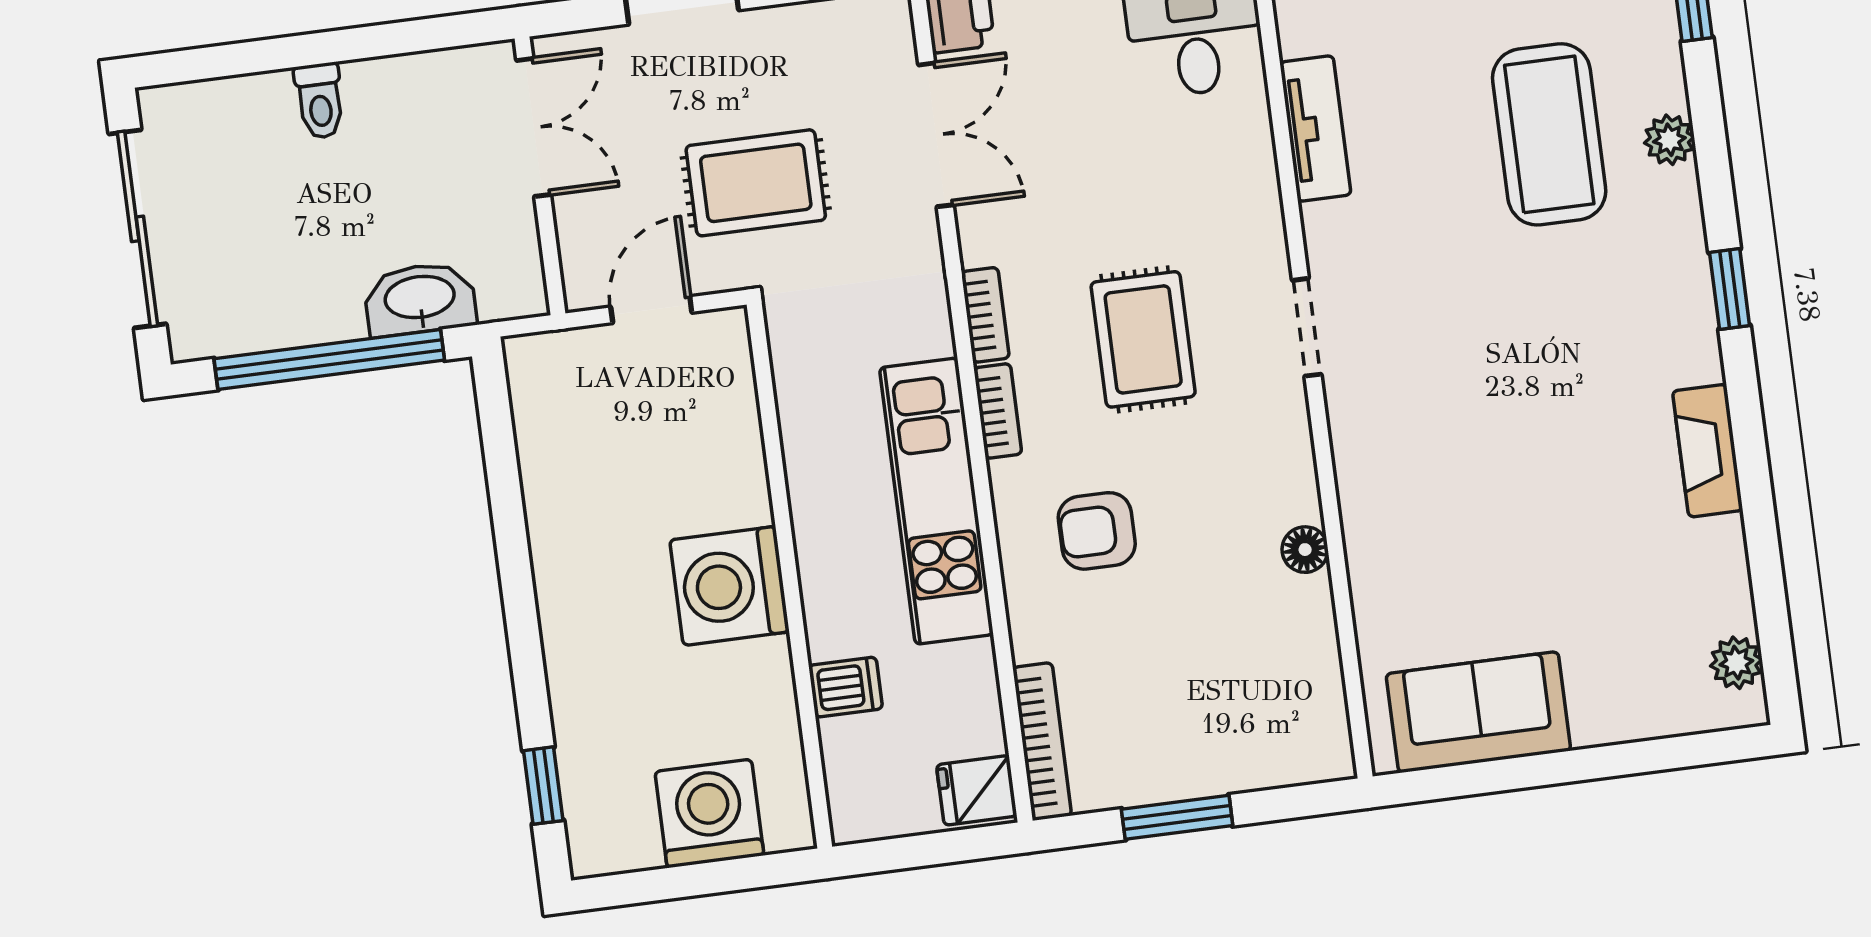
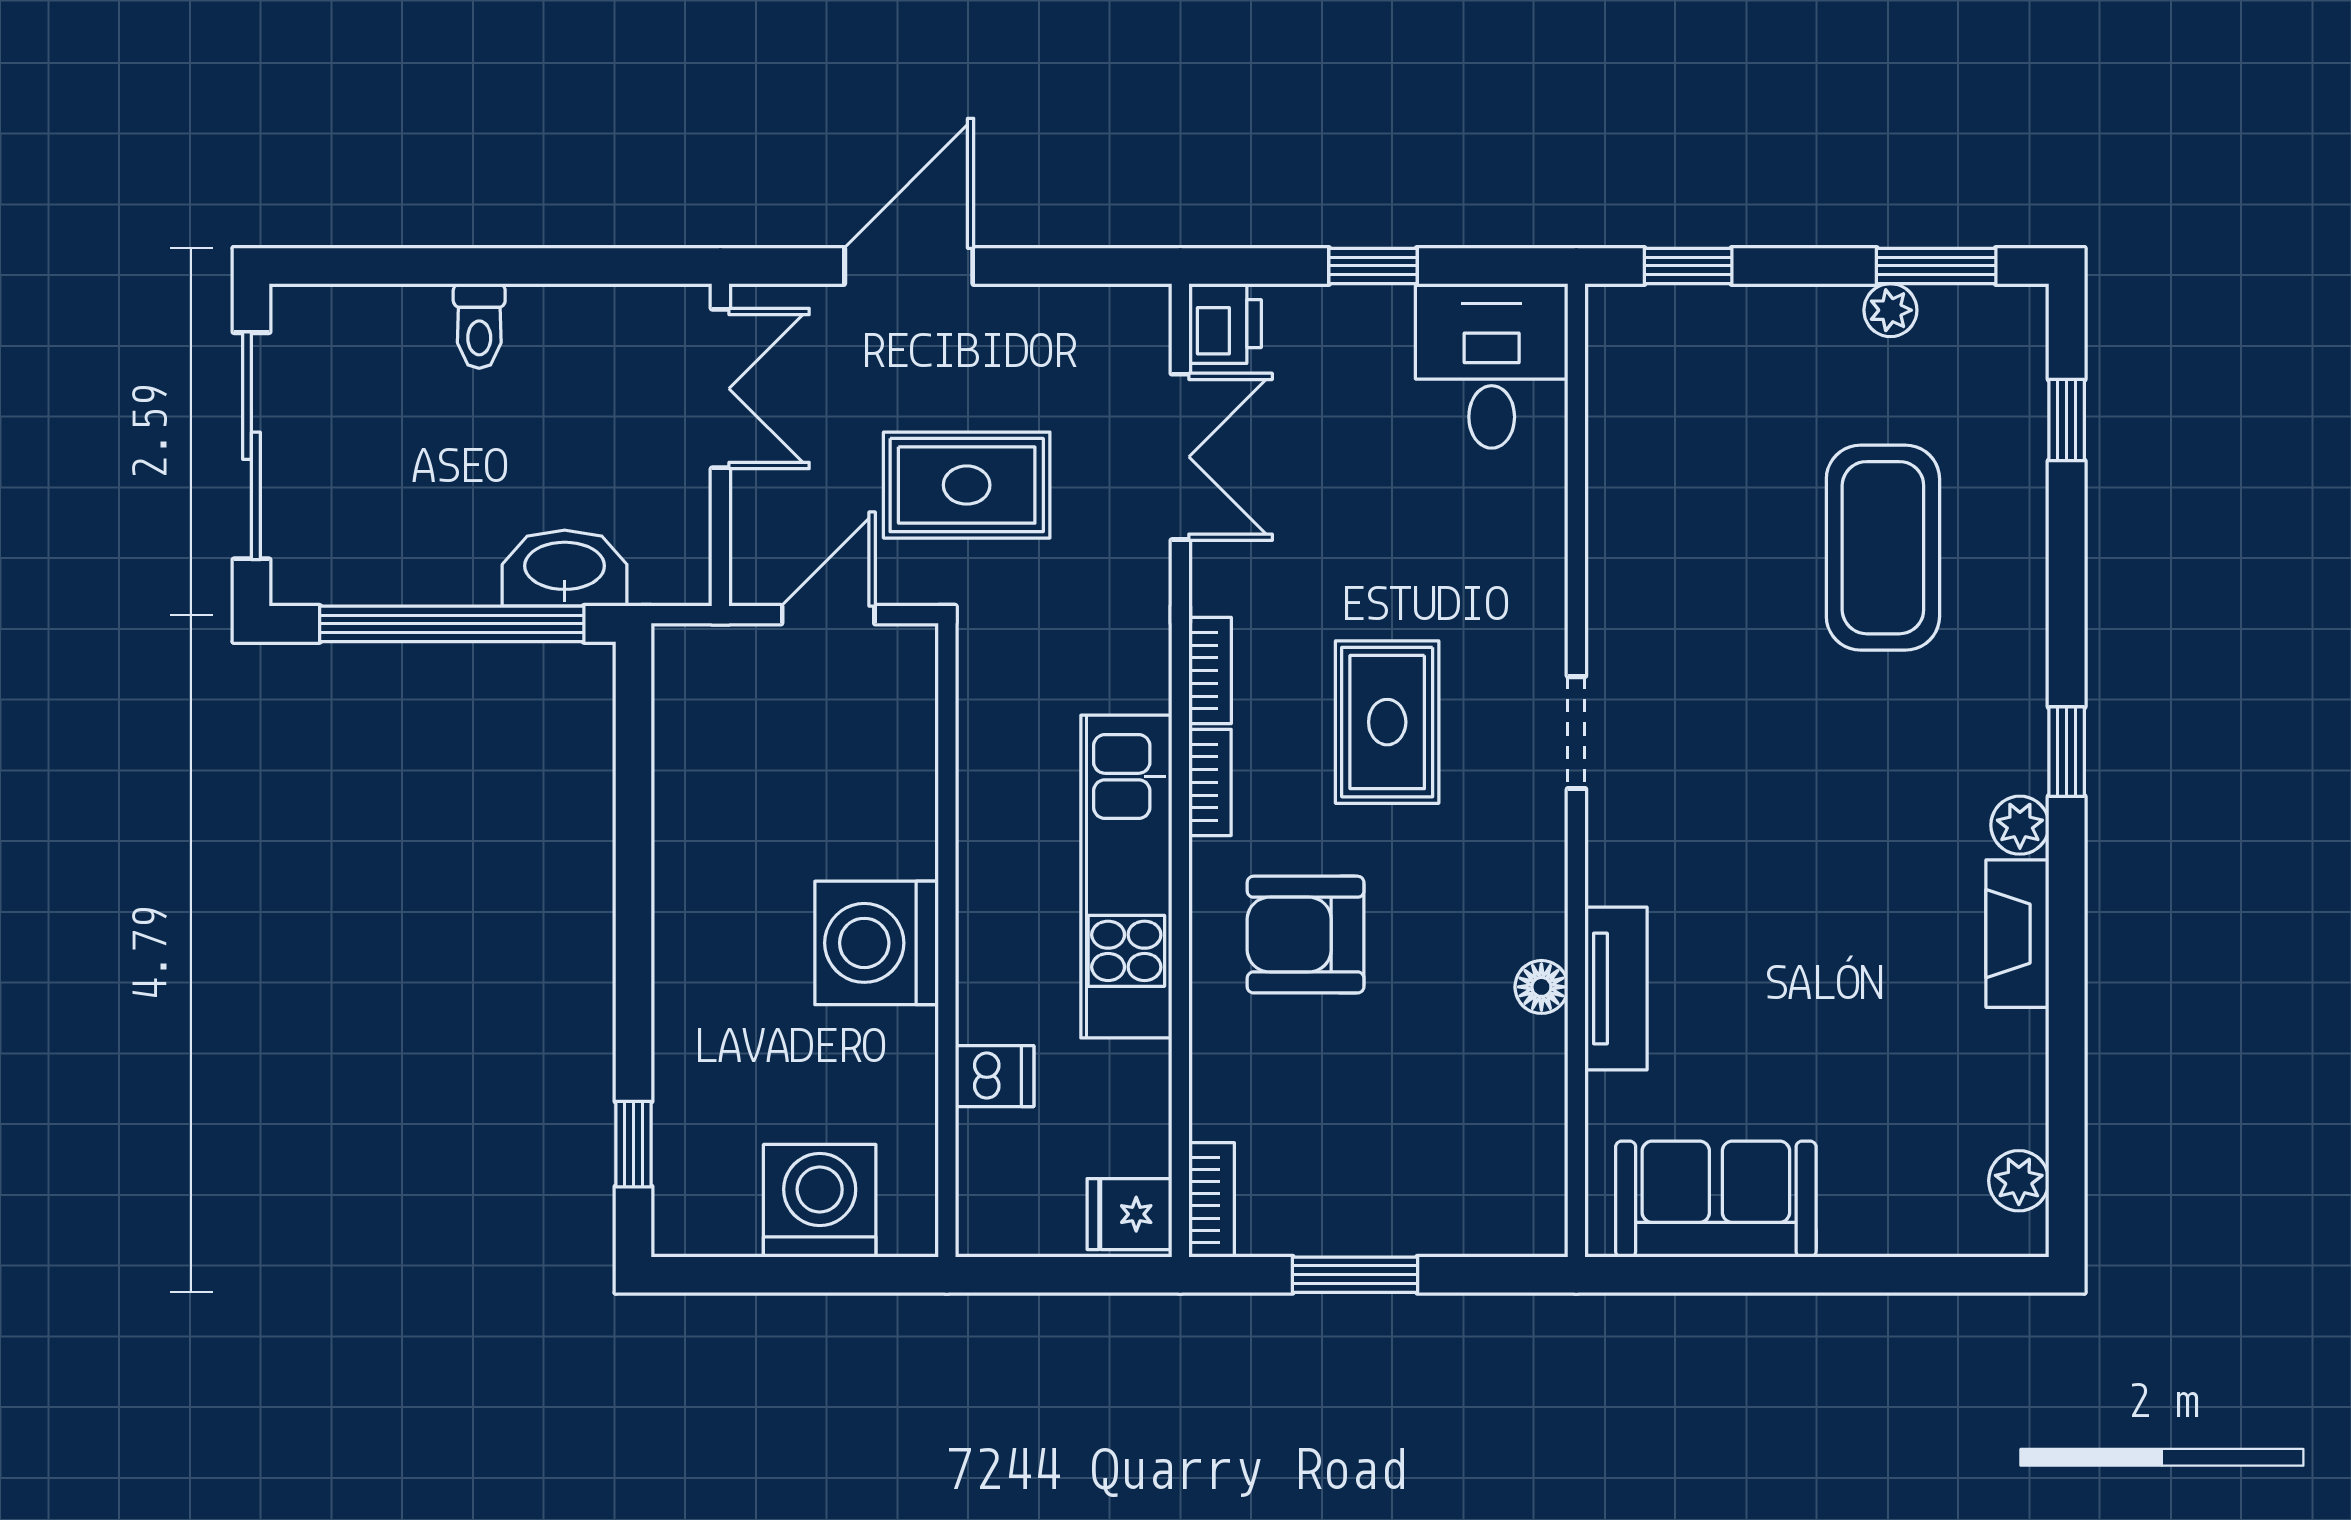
tv unit: (1315, 129) -> (1616, 988), moved
plant: (1669, 140) -> (2020, 825), moved
armchair: (1097, 531) -> (1306, 935), width x1.38, depth x1.38
bookcase: (1042, 741) -> (1212, 1200), width x0.64

